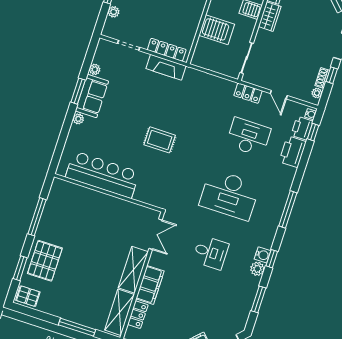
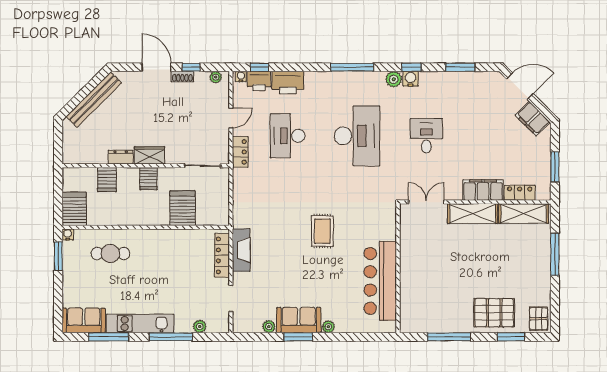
shoe rack: (322, 78) -> (182, 77), moved
plant: (257, 269) -> (394, 79), moved

